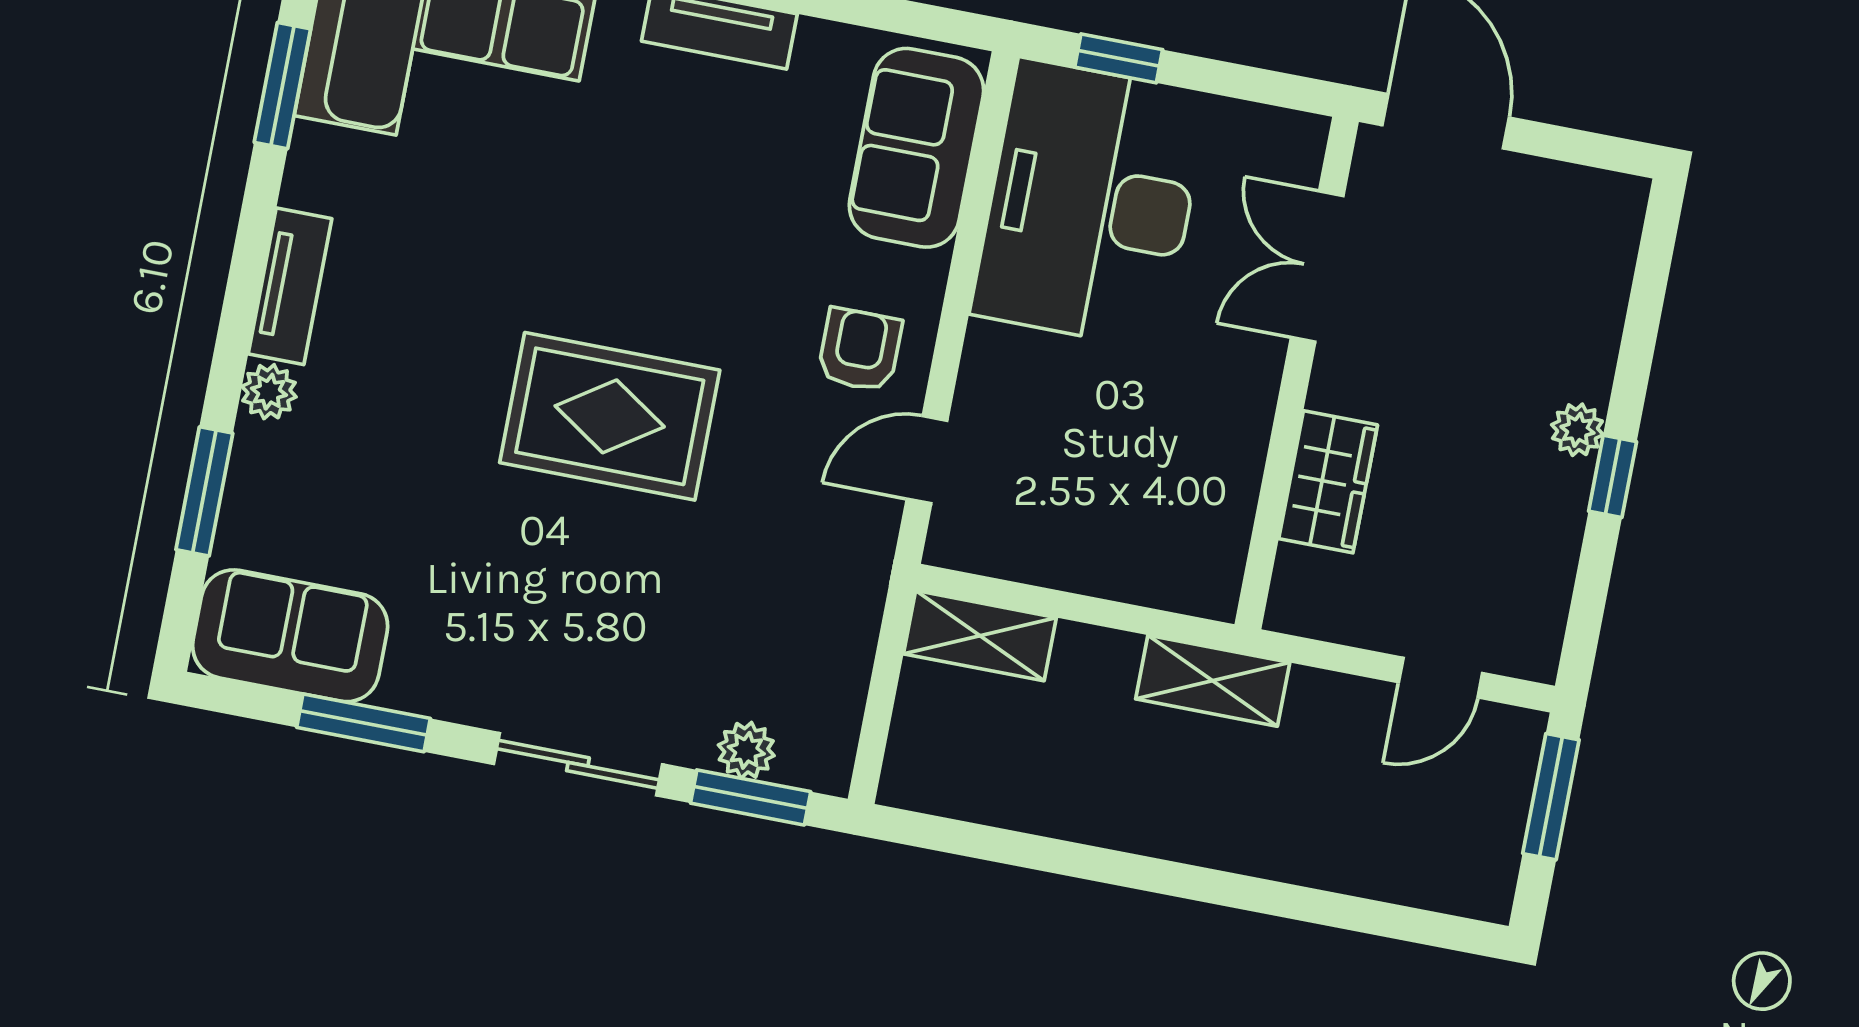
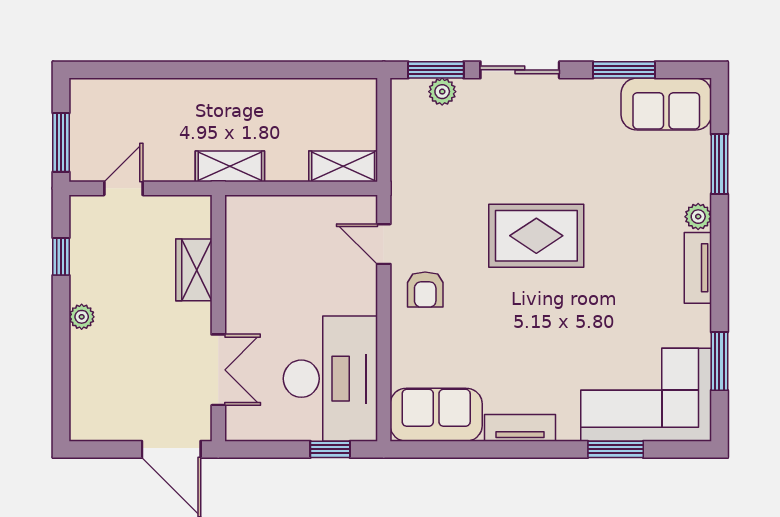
sofa: (916, 148) -> (436, 415), moved, turned -90
door: (927, 460) -> (384, 244), swing flipped
window: (1613, 476) -> (61, 257), moved

